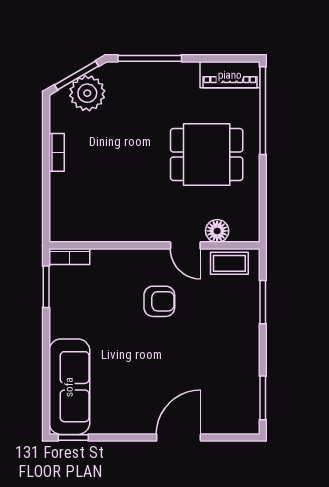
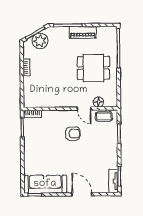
piano: (230, 75) -> (83, 32), moved
sofa: (69, 387) -> (45, 184), moved, turned -90
tv unit: (250, 408) -> (113, 181), added
door: (179, 437) -> (82, 194), hinge flipped

